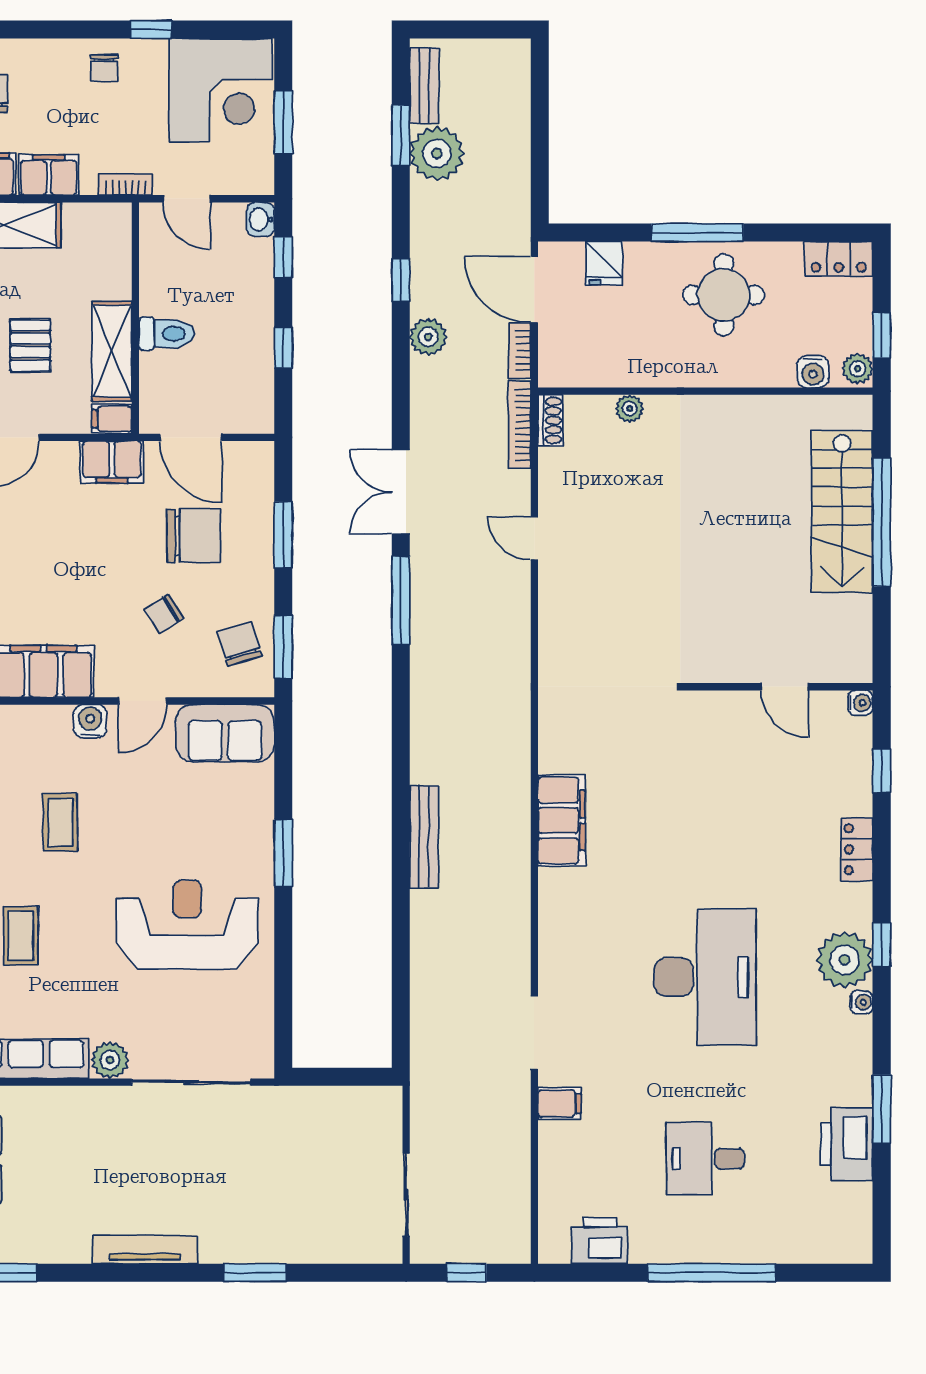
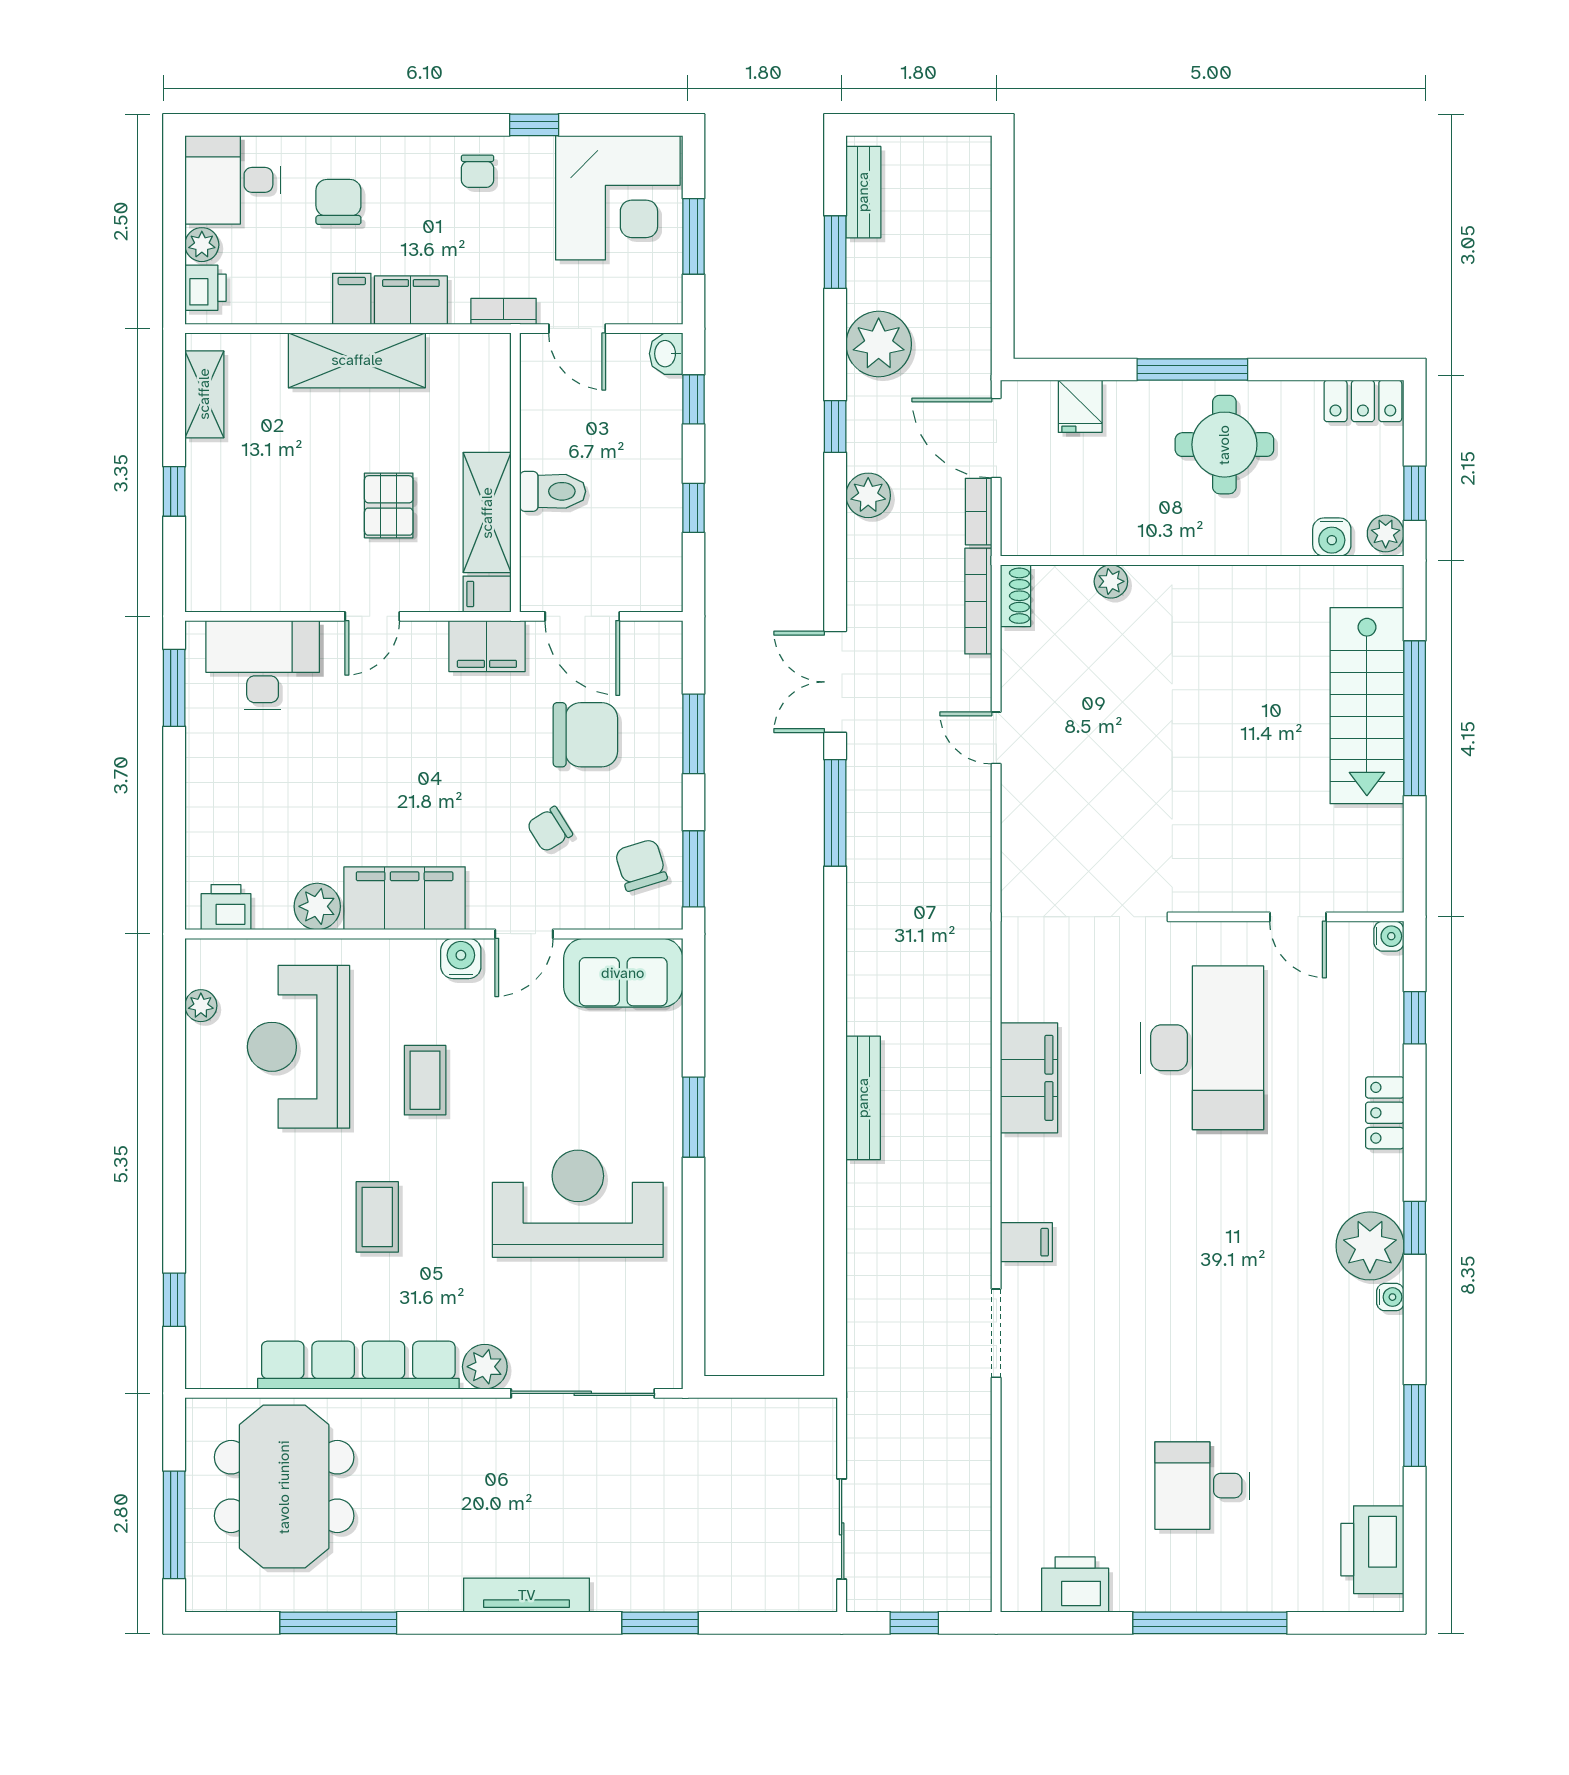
plant: (437, 153) -> (879, 344), moved
desk: (705, 977) -> (1202, 1048), moved
filing cabinet: (559, 1103) -> (1026, 1242), moved
printer: (847, 1144) -> (1372, 1550), moved

